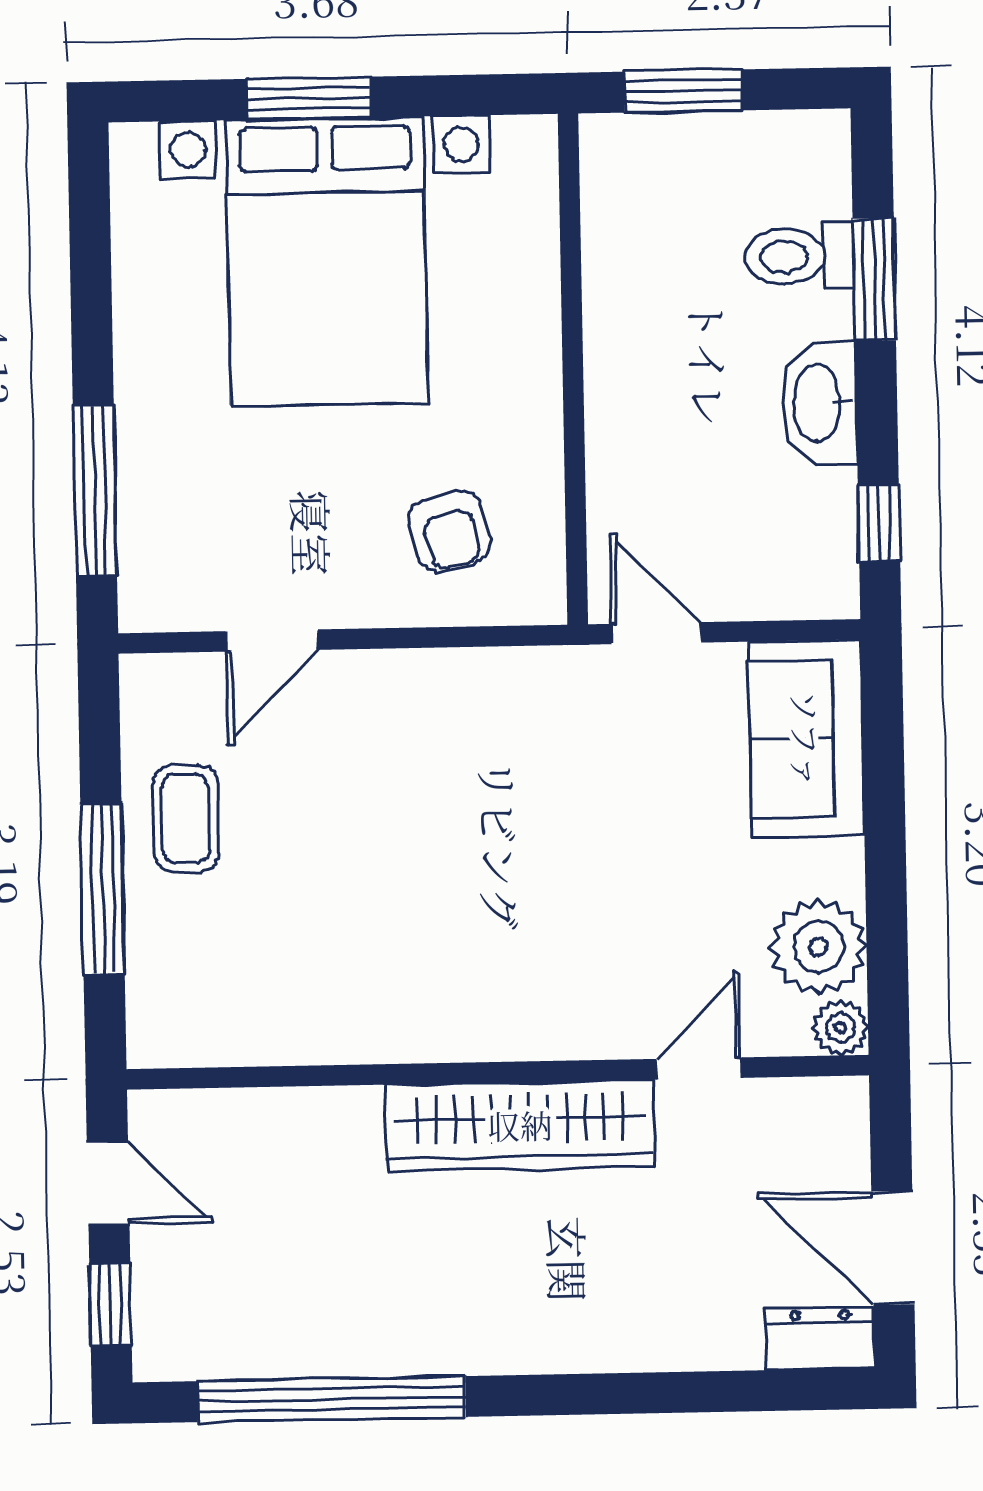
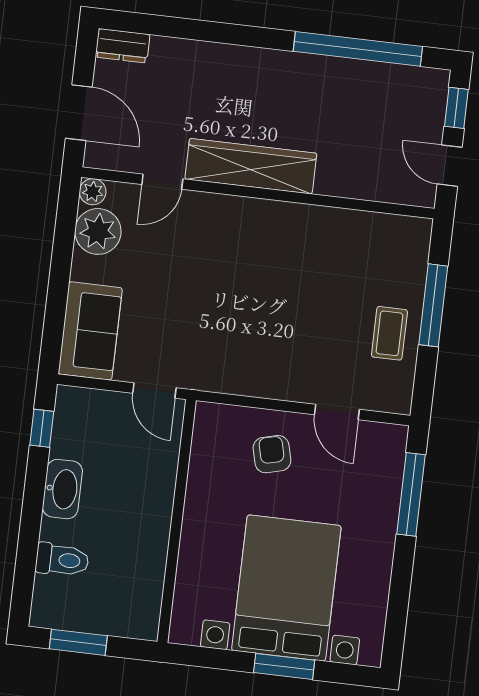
window: (683, 91) -> (78, 642), moved
window: (874, 280) -> (28, 544), removed
armchair: (449, 531) -> (272, 454), moved
door: (272, 641) -> (337, 412), swing flipped
door: (893, 1248) -> (79, 113), moved

